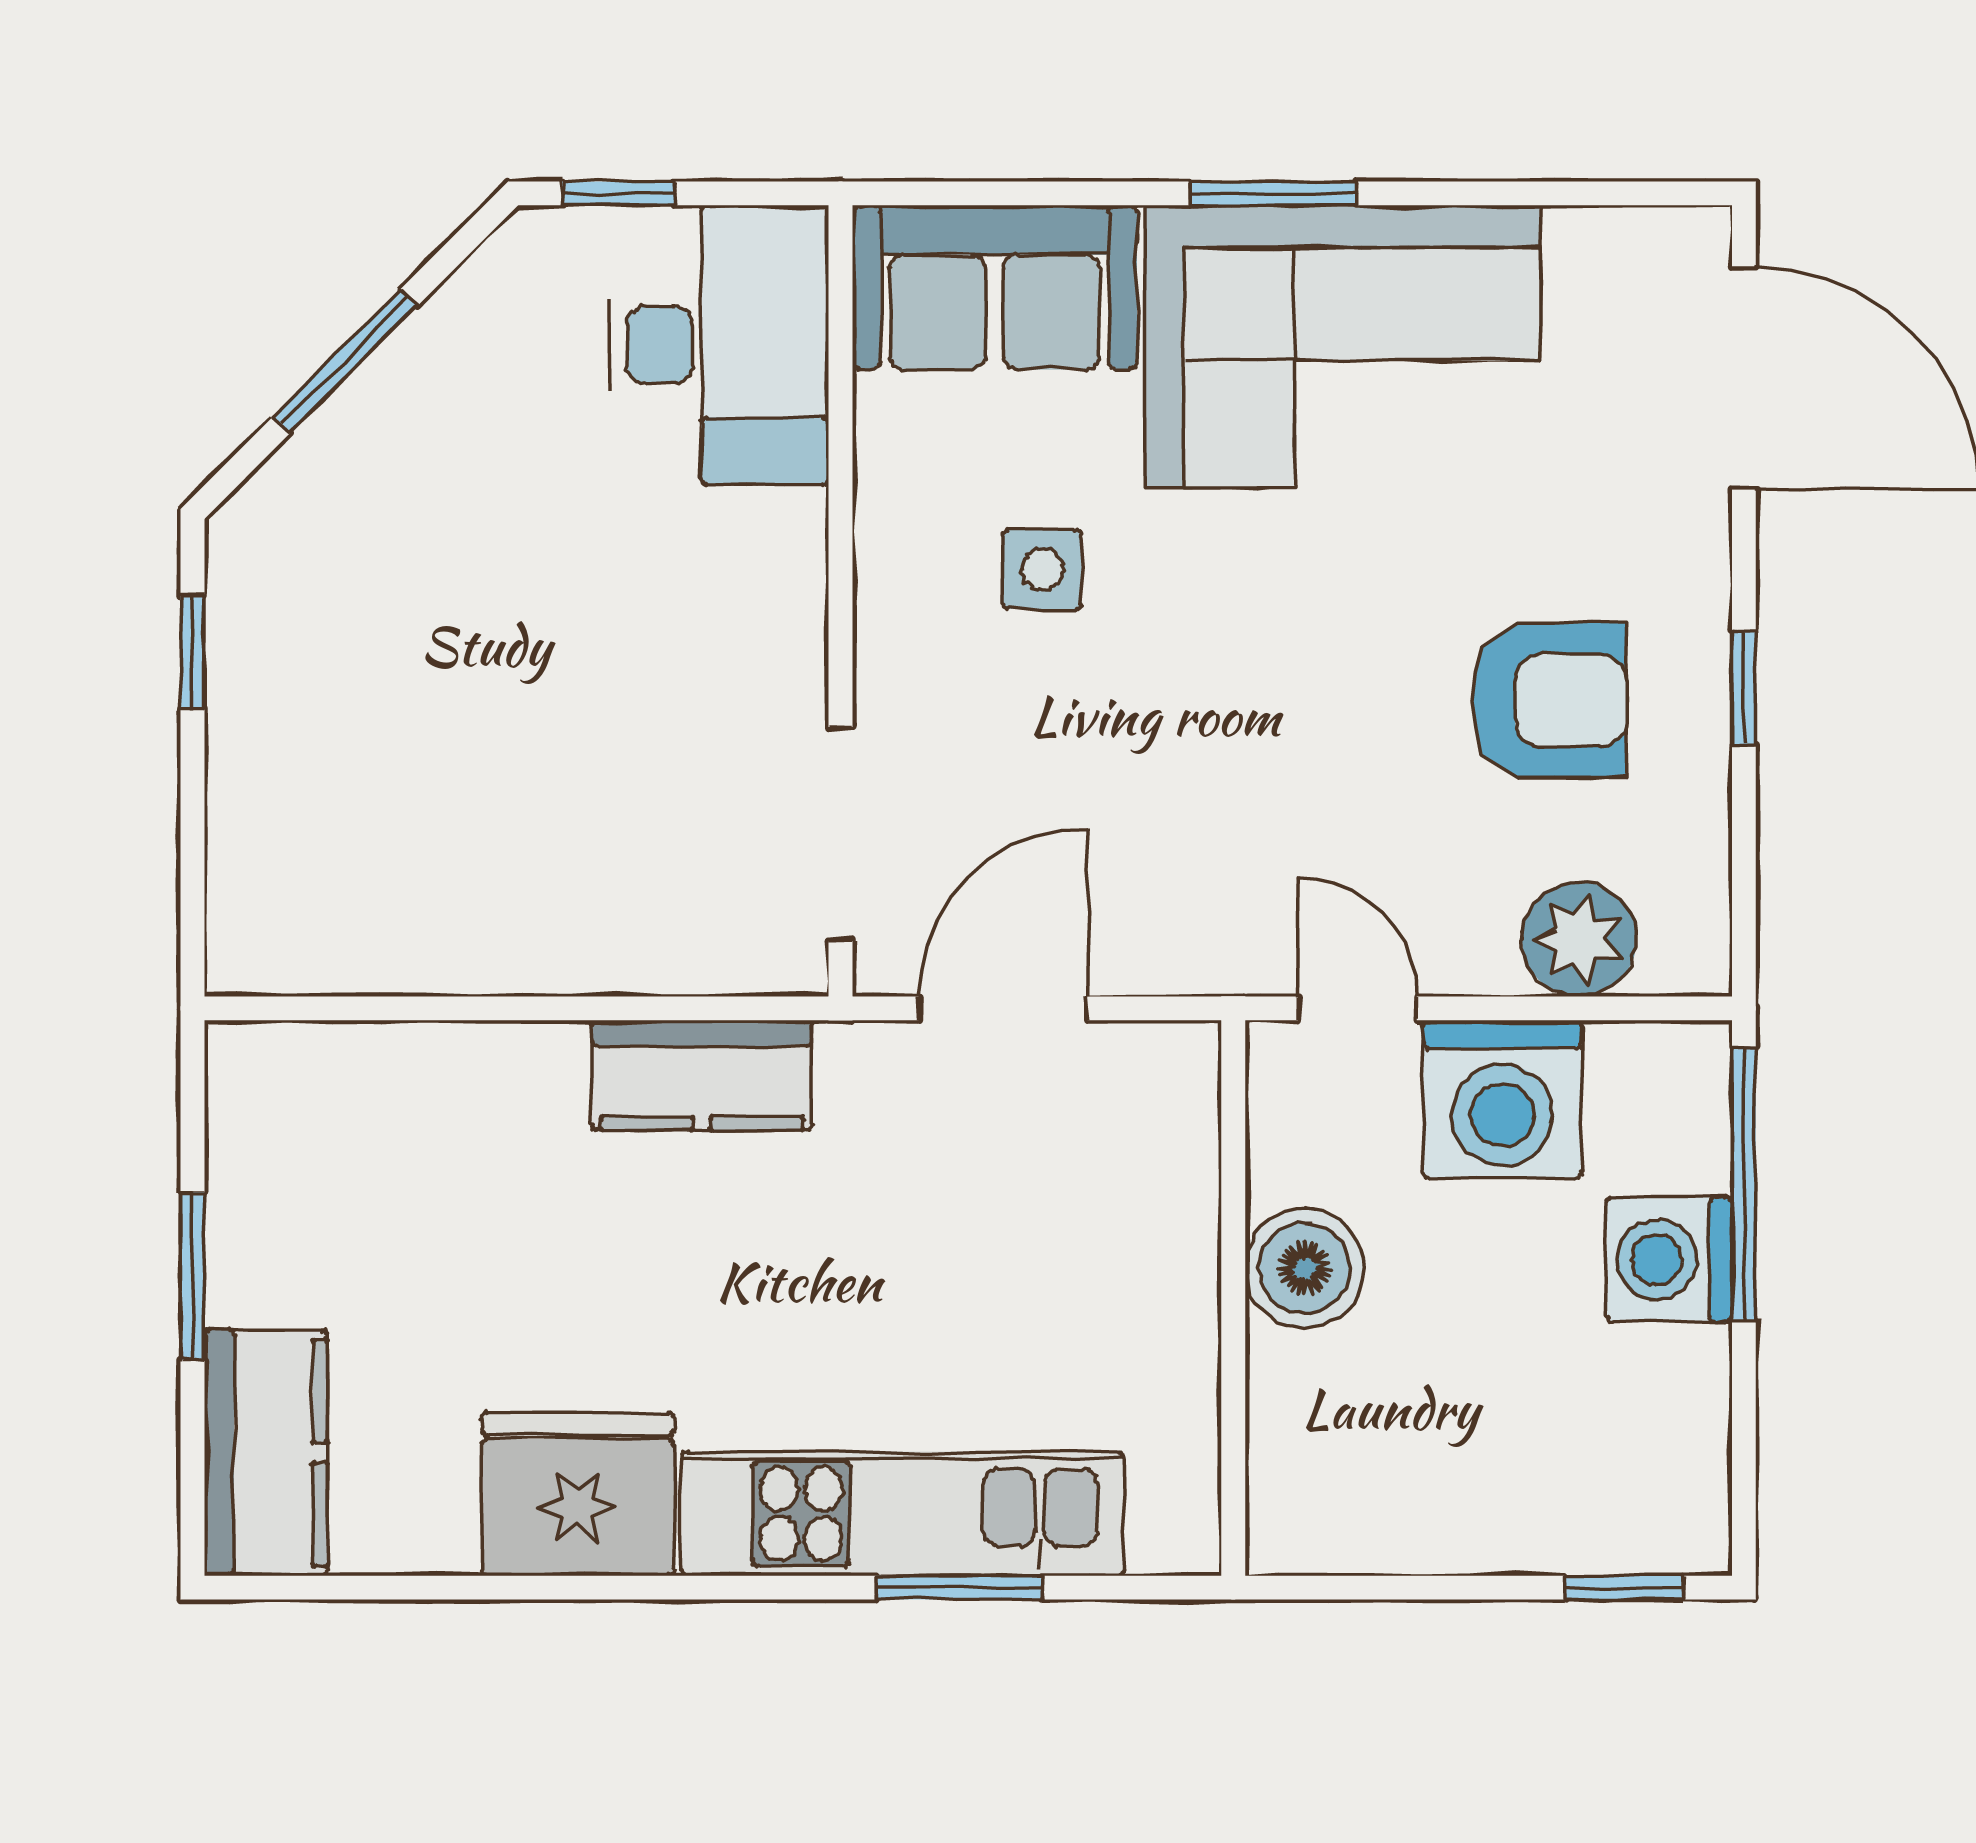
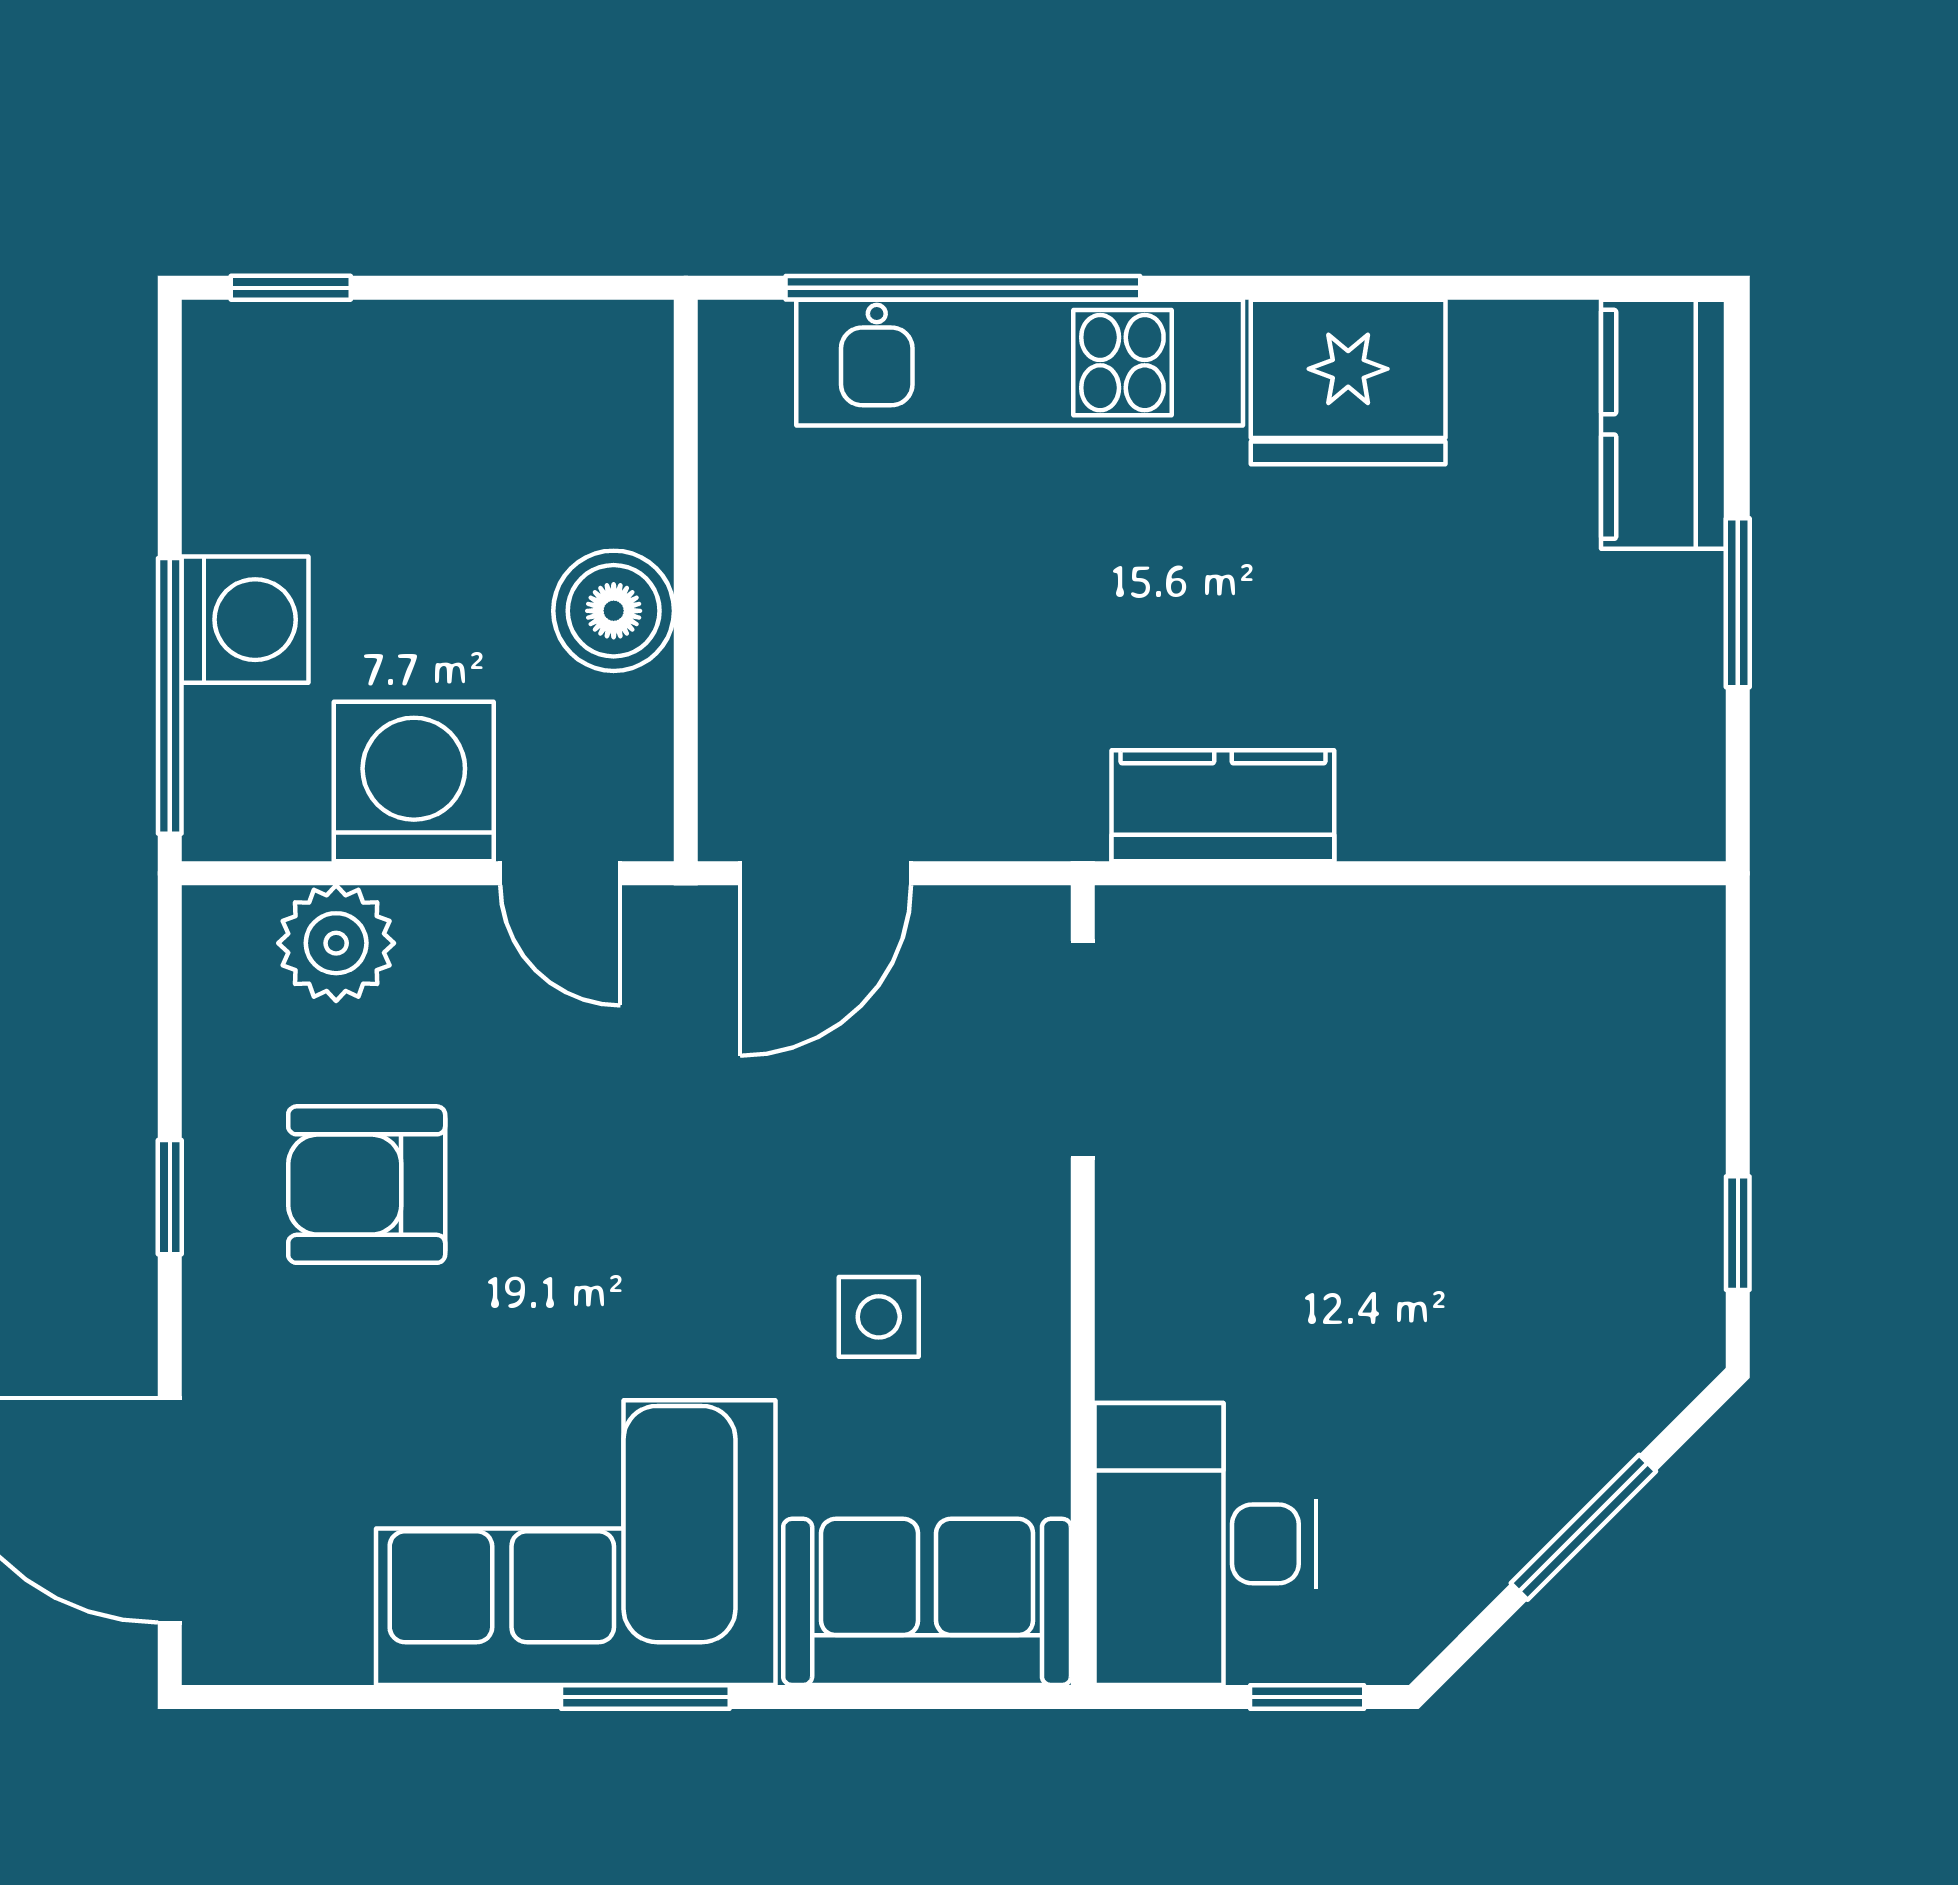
door: (1003, 1008) -> (826, 873), moved
window: (959, 1588) -> (963, 288), width x2.11

